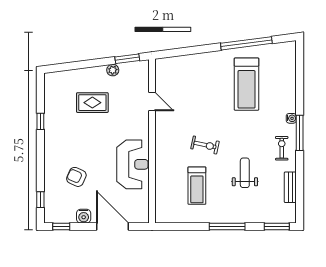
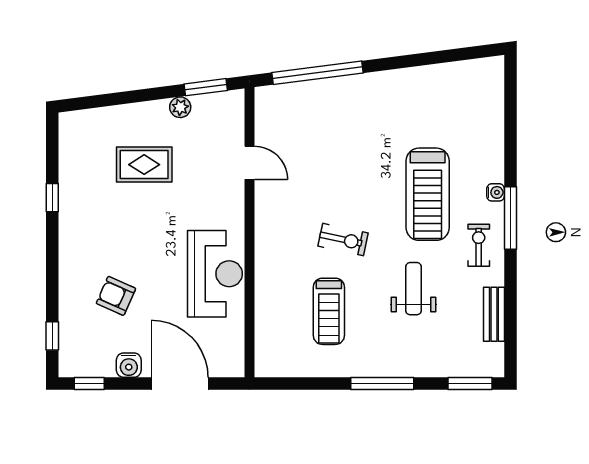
window: (246, 43) -> (318, 73), moved
treadmill: (247, 84) -> (428, 194), moved

